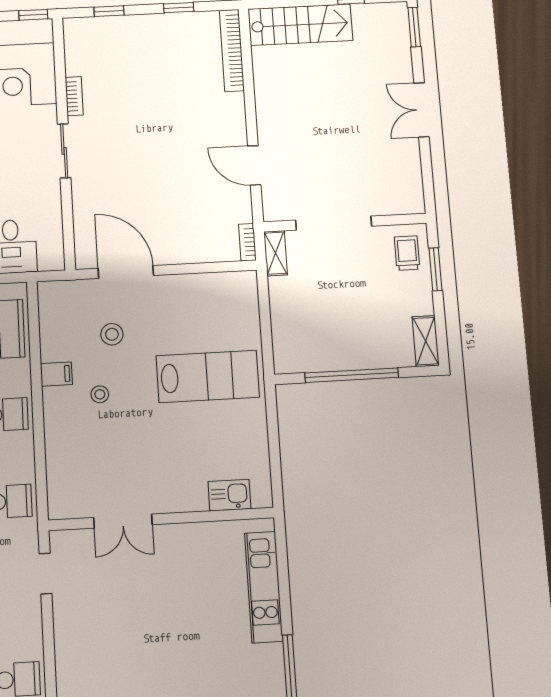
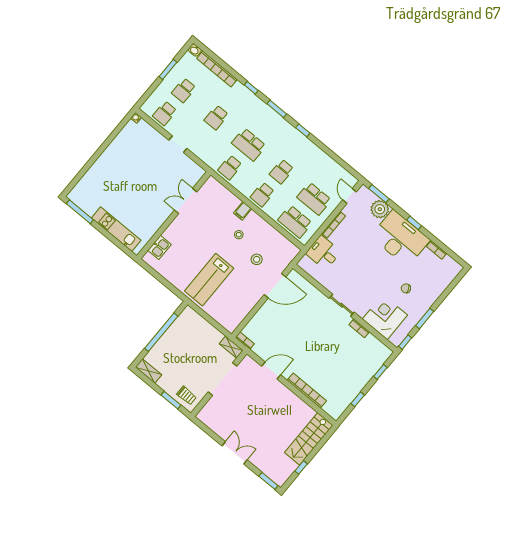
bookcase: (232, 50) -> (307, 391), moved
filing cabinet: (56, 374) -> (243, 211), moved
doorway: (45, 574) -> (178, 144), moved

